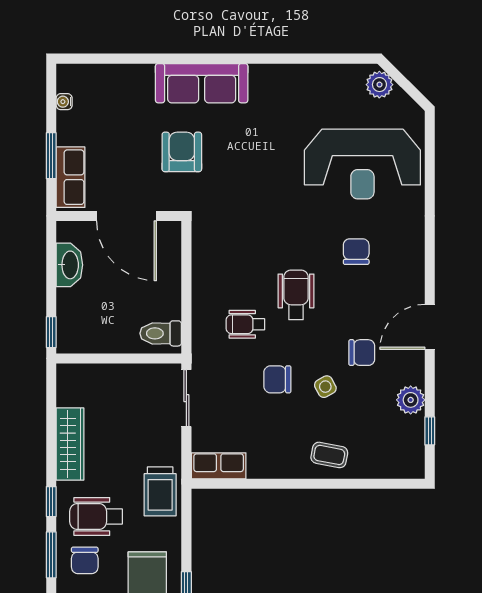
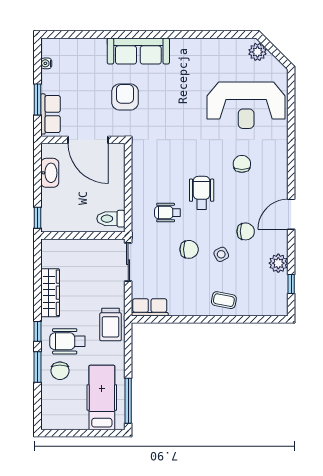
chair: (277, 379) -> (189, 249), turned 180

